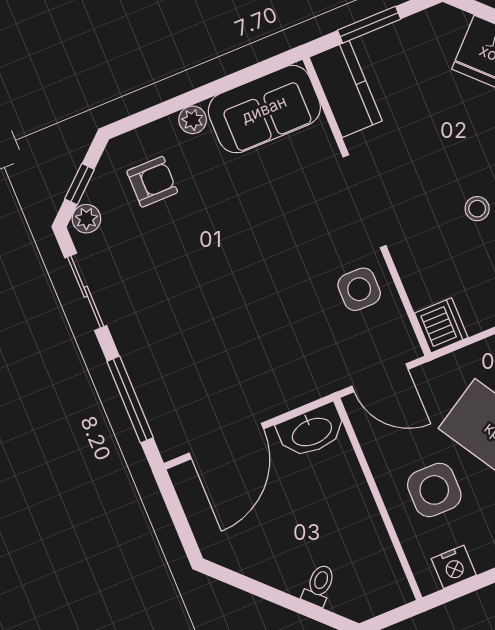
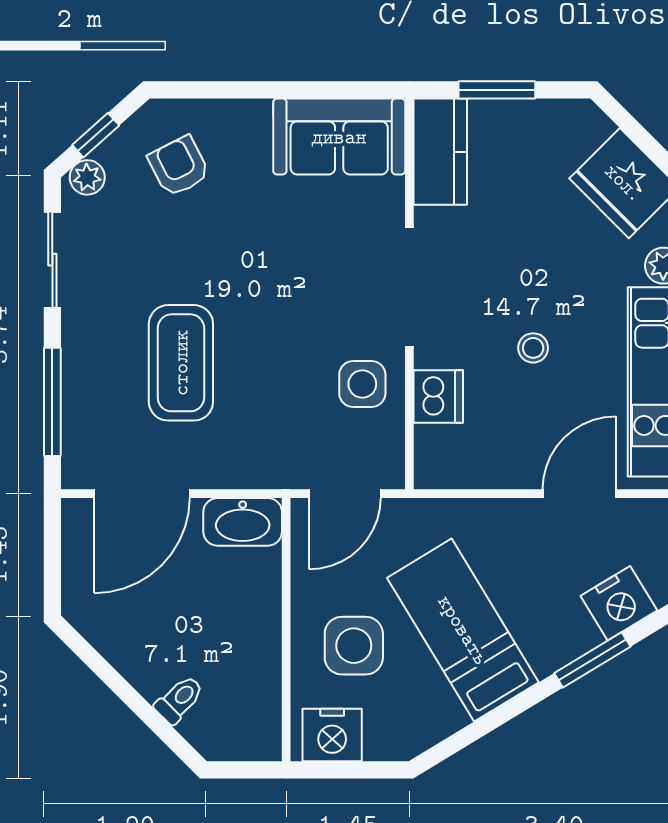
plant: (193, 120) -> (253, 115), removed
armchair: (152, 182) -> (179, 166), turned -117
dishwasher: (441, 325) -> (438, 396), moved
coffee table: (215, 330) -> (181, 363), added
door: (380, 378) -> (345, 494), hinge flipped
nightstand: (454, 567) -> (332, 735), width x1.36, depth x1.33

